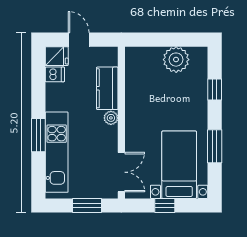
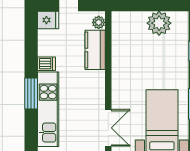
dishwasher: (55, 74) -> (46, 64), moved
plant: (111, 118) -> (99, 22), moved

